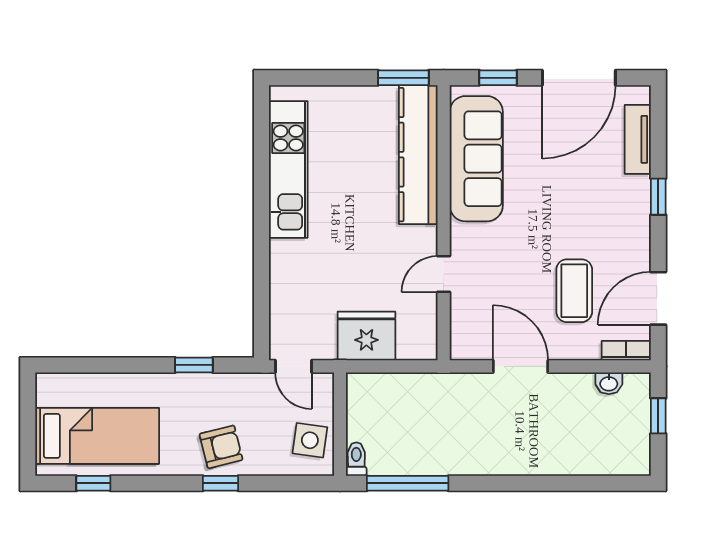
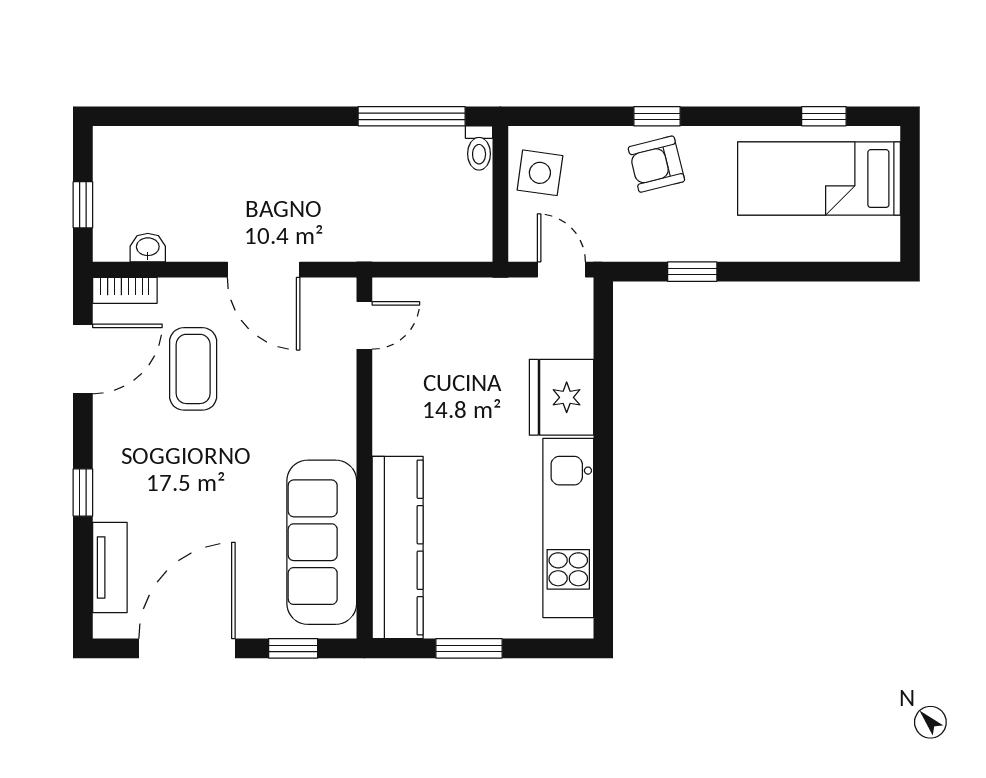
window: (403, 78) -> (469, 648), moved
door: (444, 274) -> (364, 325), moved
fridge: (366, 336) -> (561, 397), moved, turned 90

